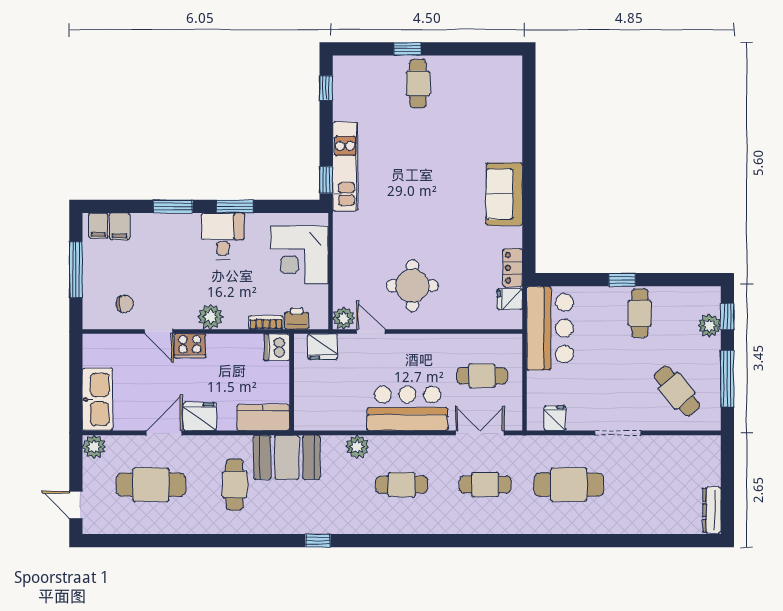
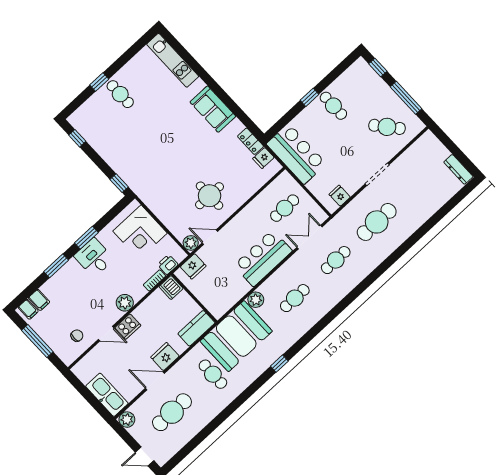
kitchen unit: (345, 166) -> (173, 60), moved, turned 180
plant: (709, 325) -> (373, 80), removed
door: (164, 433) -> (155, 381), hinge flipped
booth: (287, 457) -> (236, 336), width x1.36, depth x1.42

